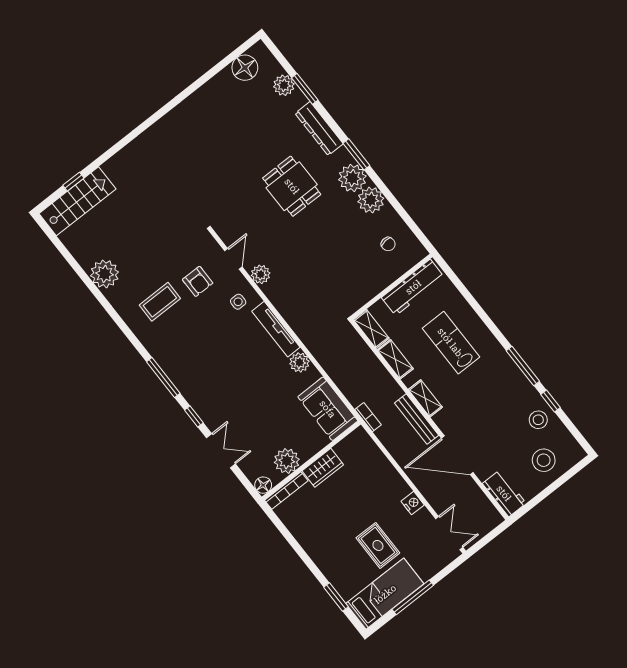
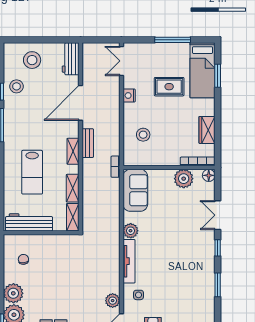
window: (163, 377) -> (218, 285), width x0.69
bench: (417, 419) -> (88, 143), width x0.73
door: (457, 455) -> (81, 103), swing flipped
wardrobe: (323, 468) -> (207, 130), moved, turned -90
stool: (366, 474) -> (143, 135), added
rug: (378, 545) -> (169, 87), turned 90
bed: (385, 594) -> (203, 70), moved, turned -90

